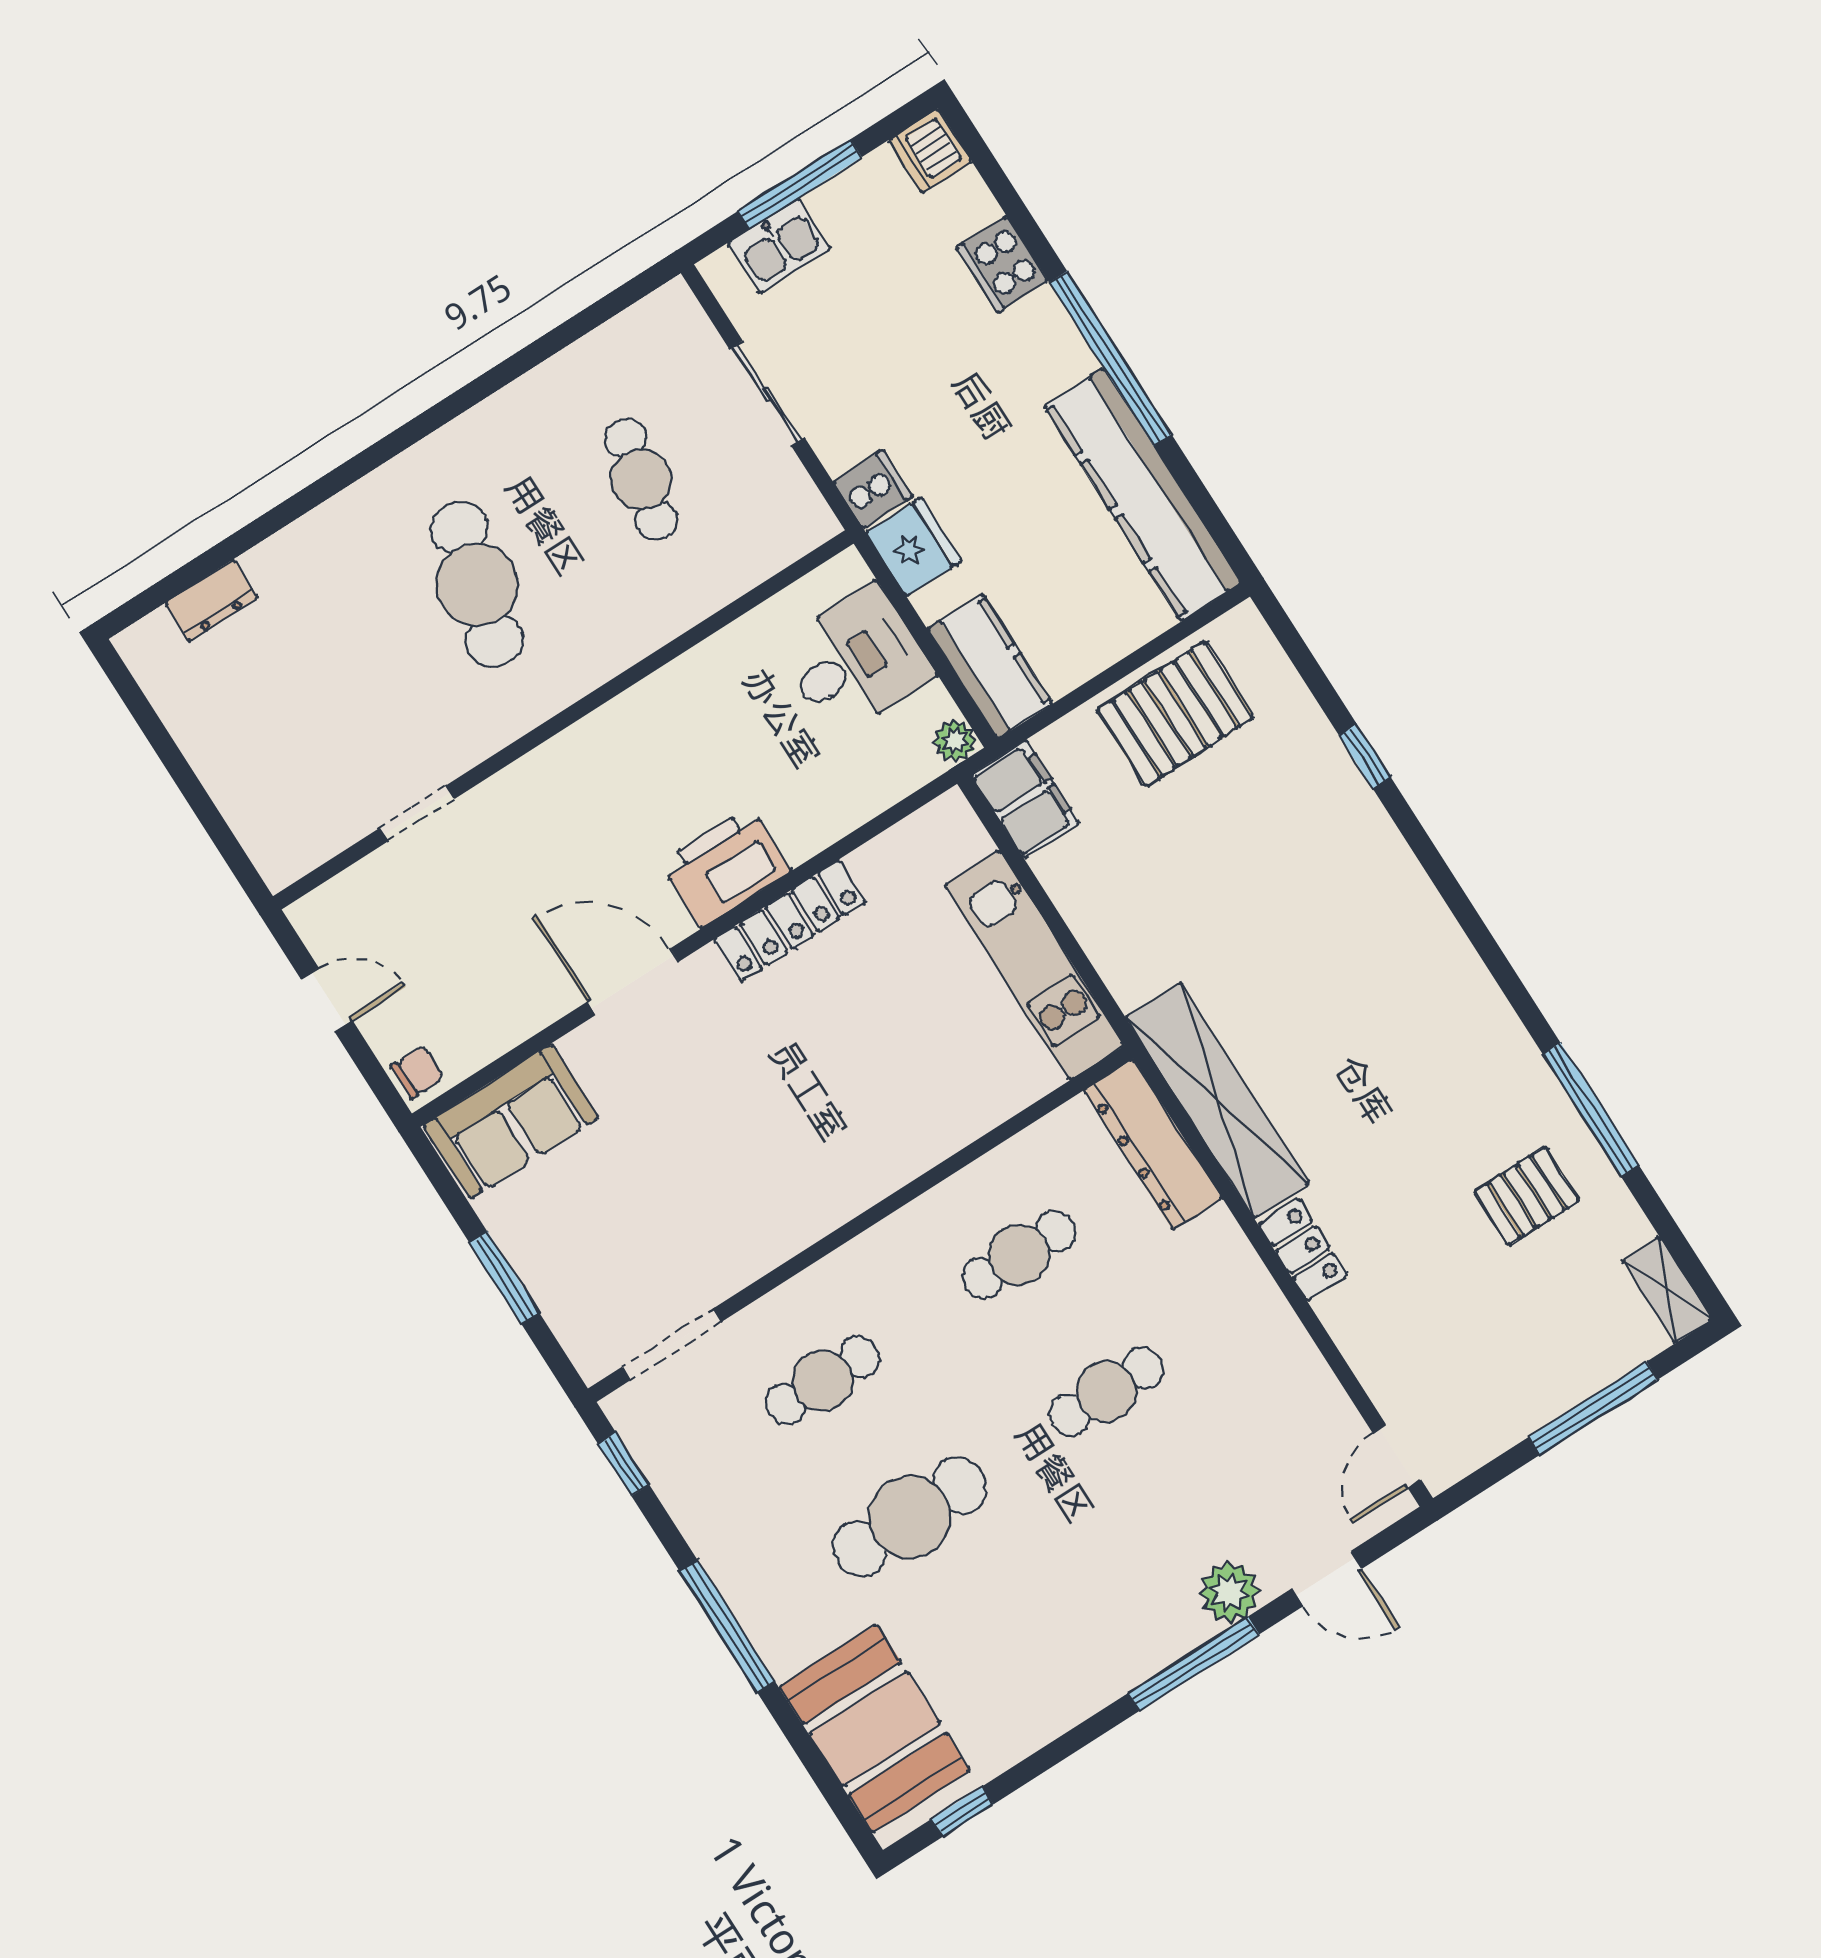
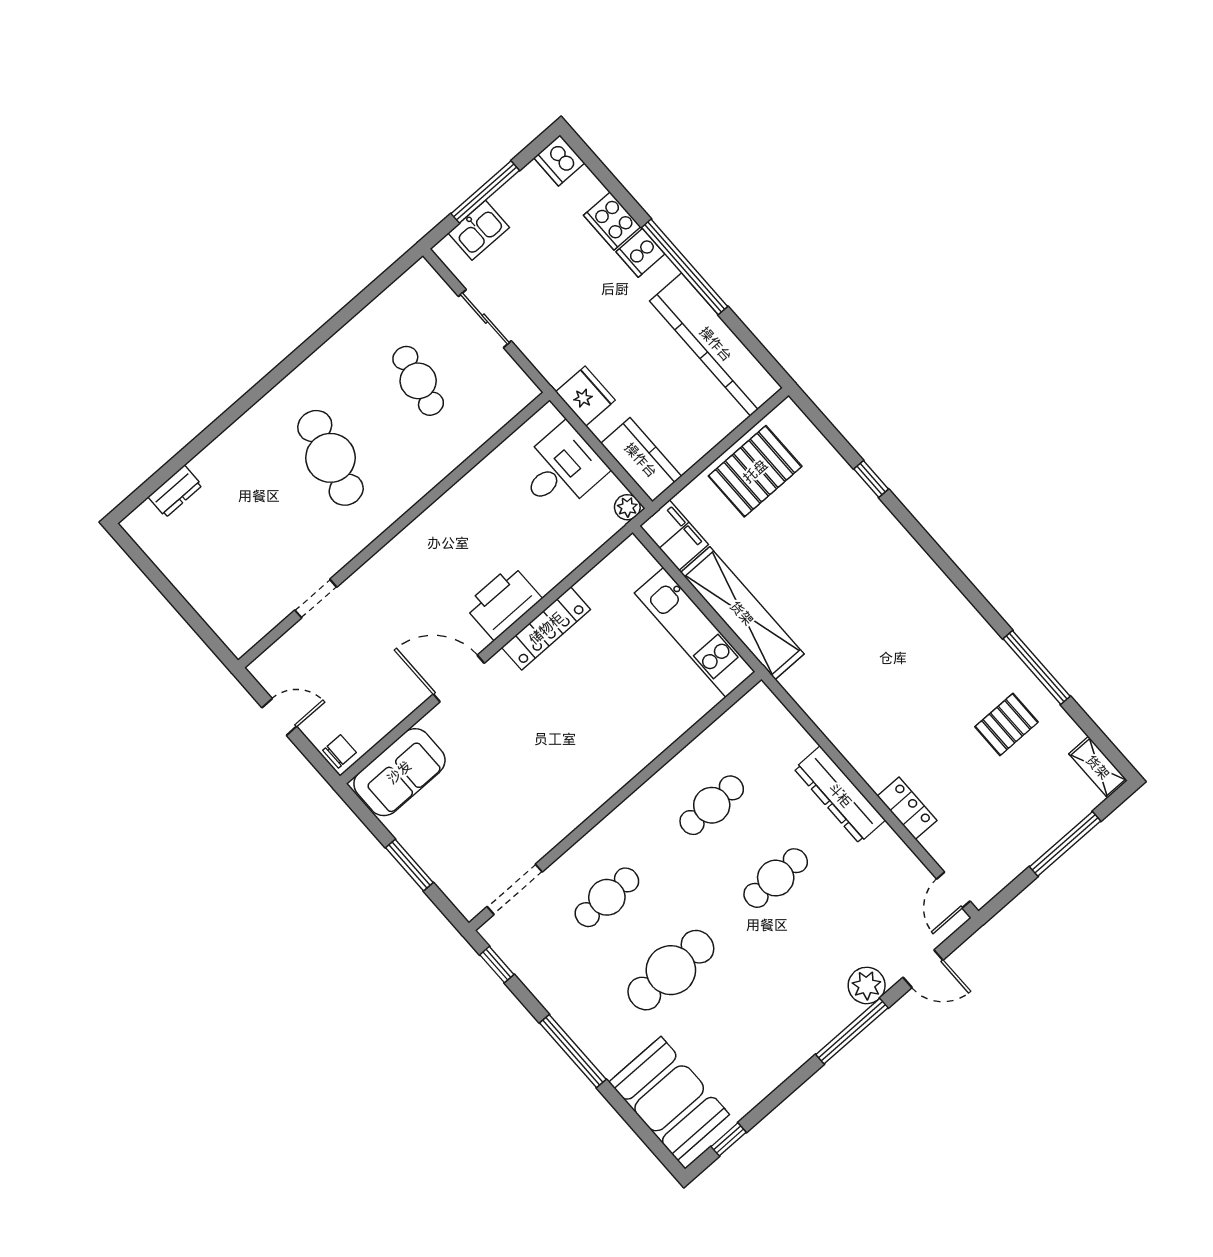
cooker: (873, 489) -> (640, 253), moved, turned 180
shelving: (1217, 1100) -> (742, 613), moved
dresser: (1153, 1144) -> (840, 795), moved
locker: (1303, 1249) -> (907, 808), moved

